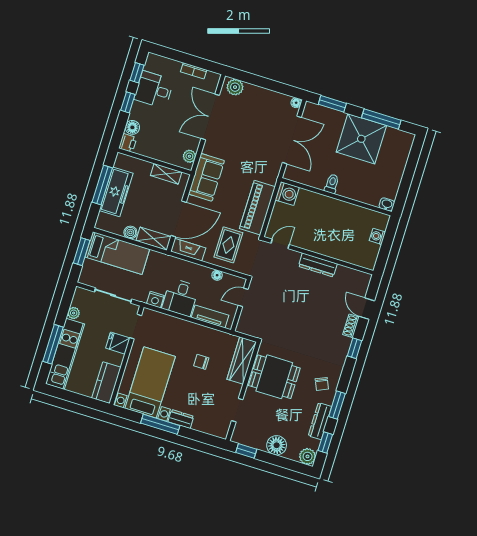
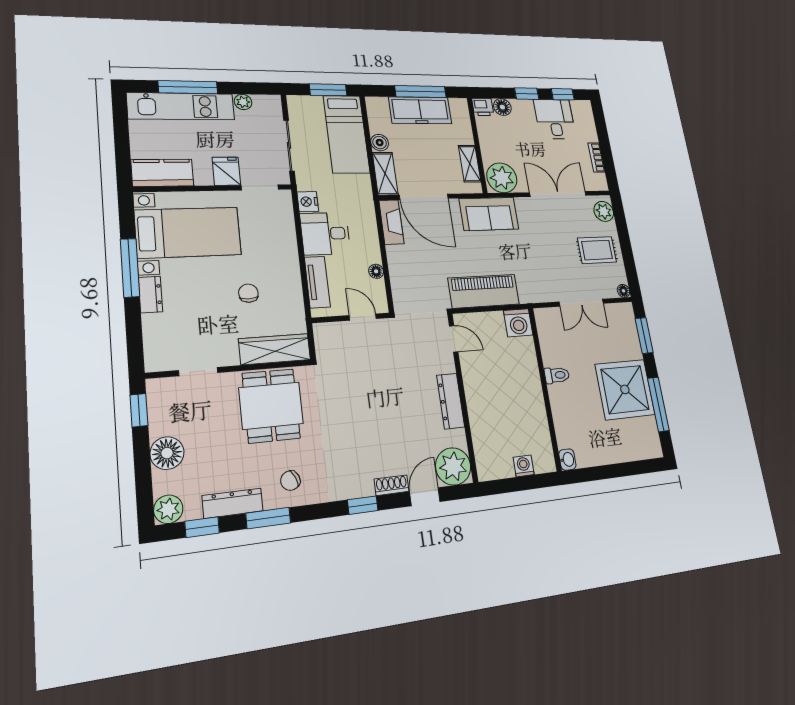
double door: (292, 140) -> (581, 303), width x0.73
plant: (189, 156) -> (502, 178), width x1.87, depth x1.87
rug: (228, 245) -> (597, 250), moved
plant: (357, 282) -> (453, 466), added

